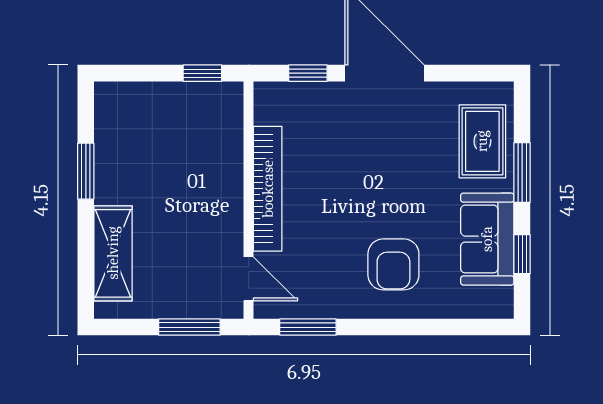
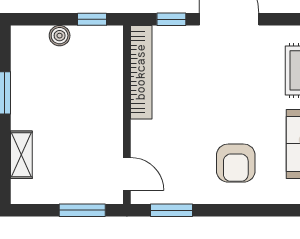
boiler: (159, 95) -> (60, 36), added
bookcase: (268, 189) -> (141, 72), moved
shelving: (113, 253) -> (21, 155), width x0.67, depth x0.75

